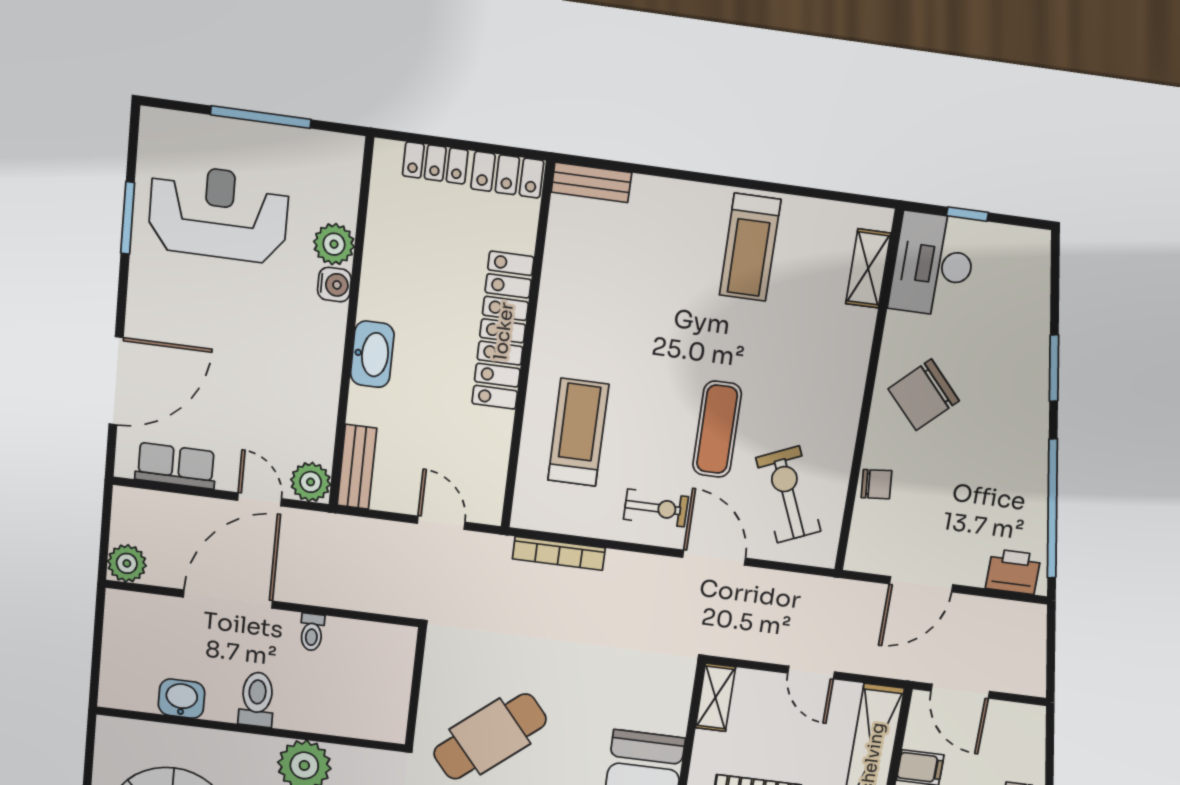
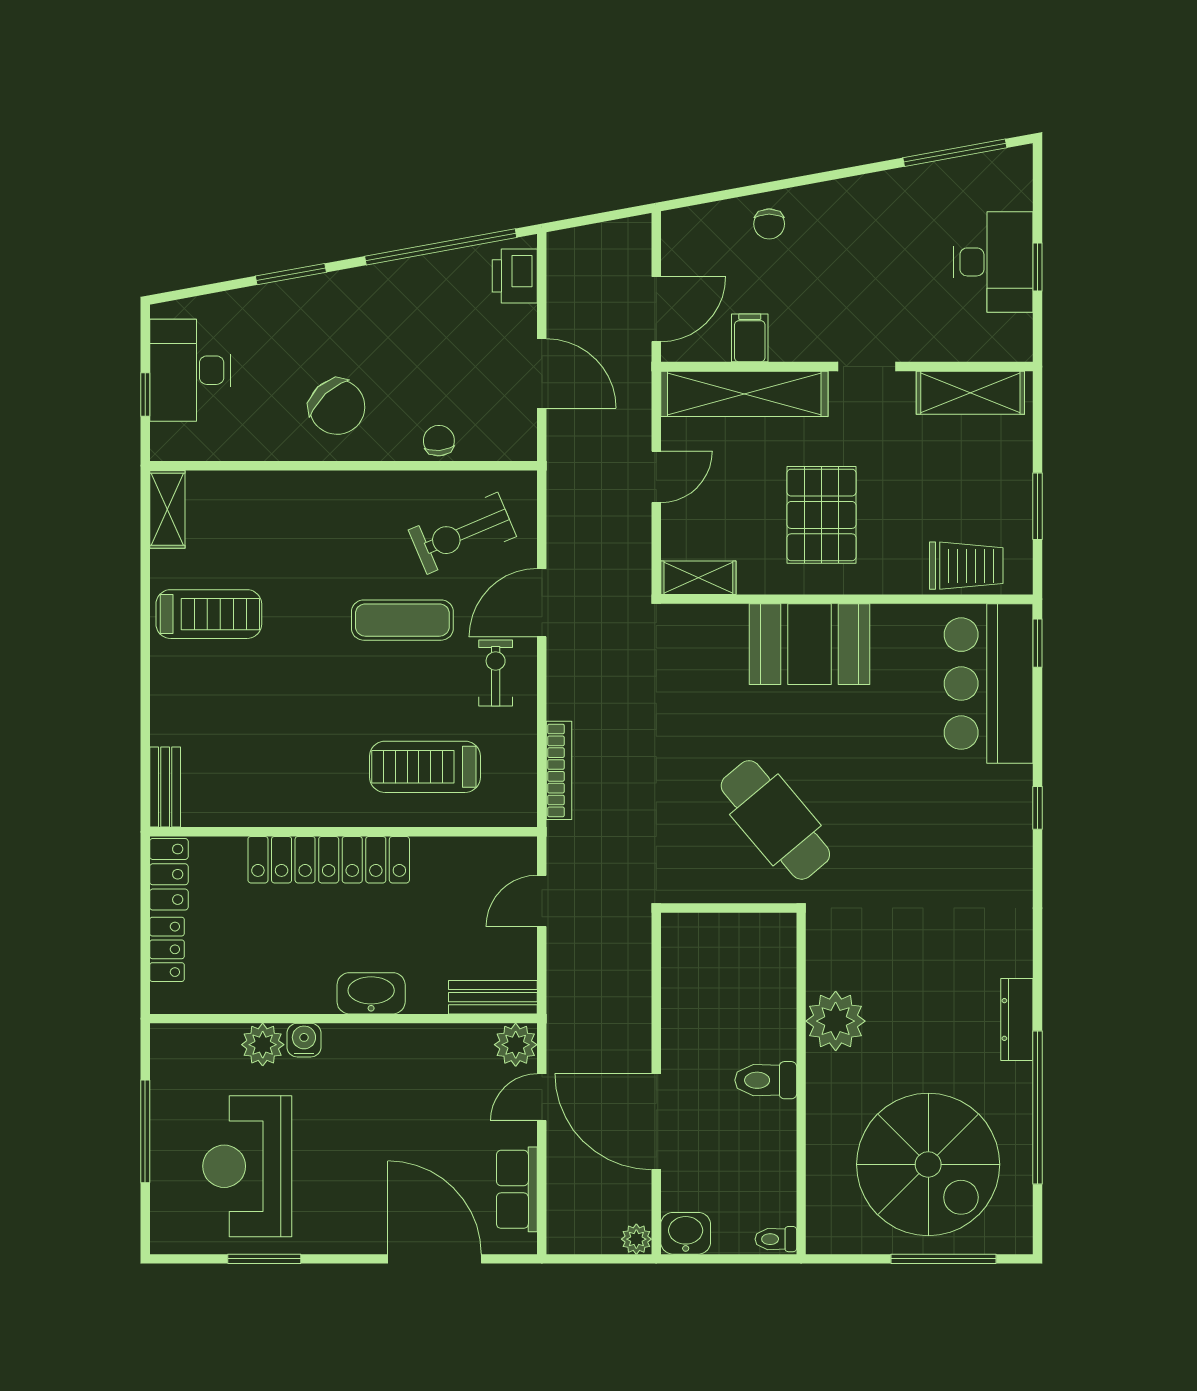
desk: (933, 264) -> (190, 370), moved, turned 90
shelving: (868, 268) -> (167, 509), moved, turned 90
plant: (127, 563) -> (636, 1239), width x0.73, depth x0.73
toilet: (312, 632) -> (776, 1239), moved, turned 180
washbasin: (182, 699) -> (686, 1233), moved, turned 90

